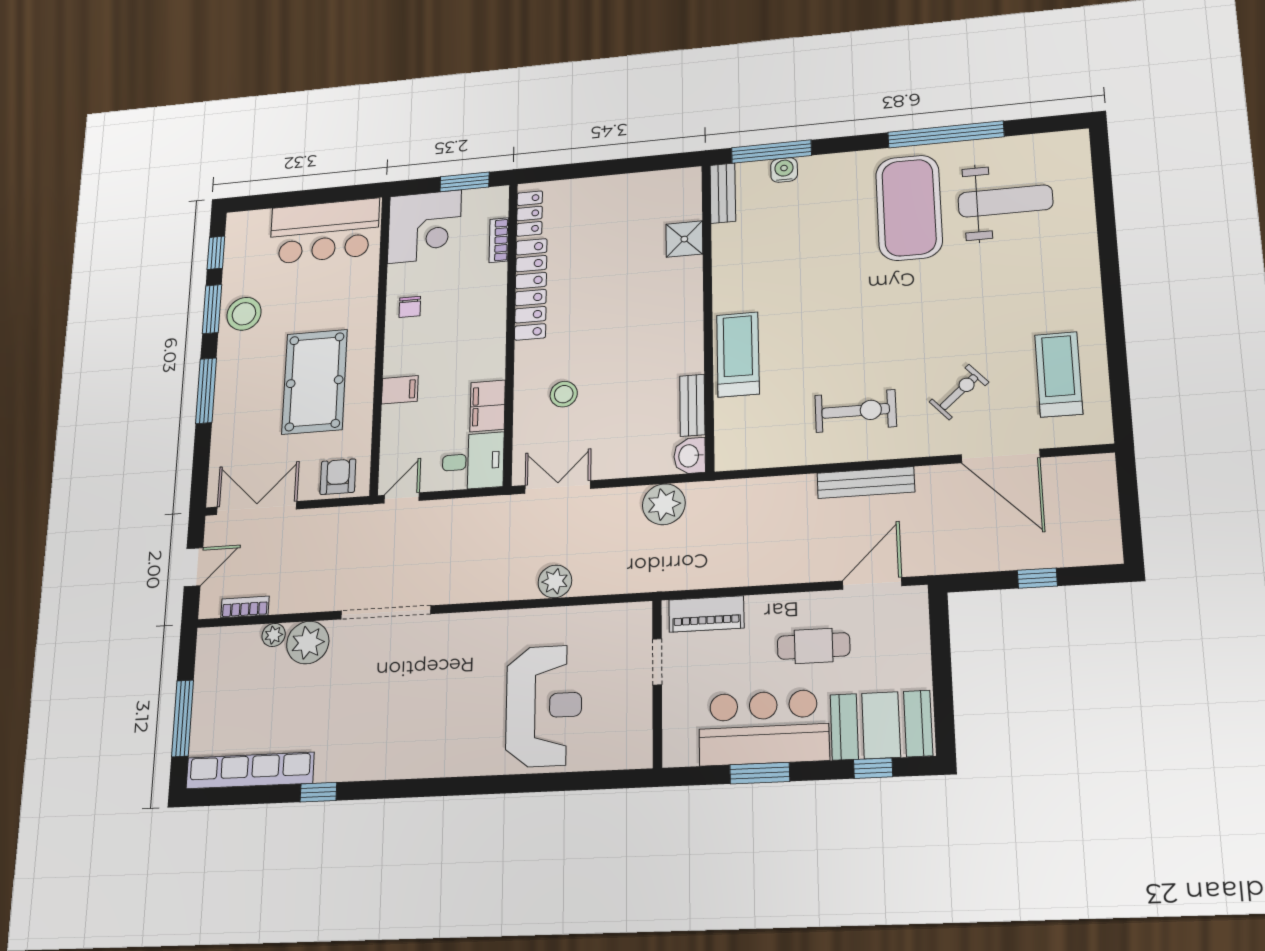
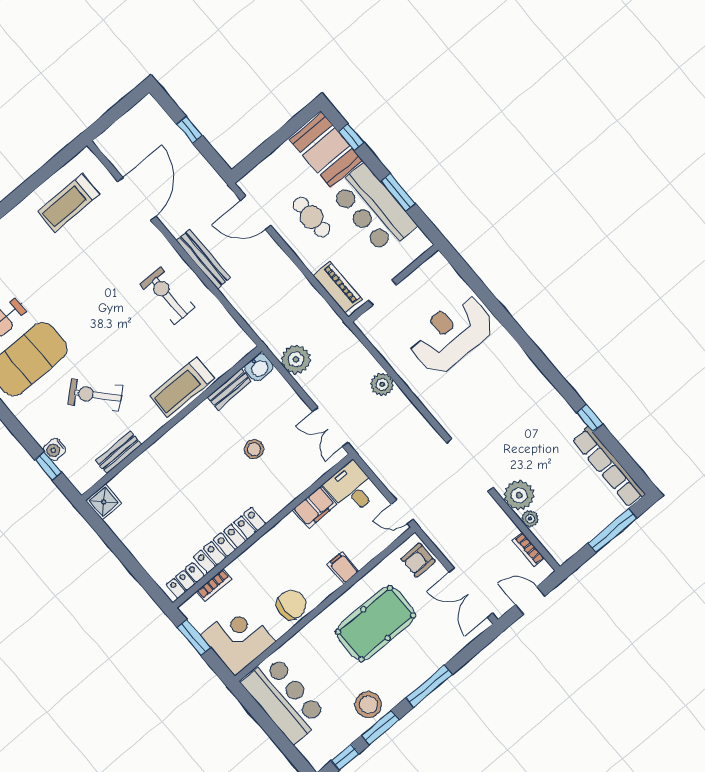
window: (771, 152) -> (48, 466), width x0.46
bench: (723, 193) -> (119, 453), moved
shower: (684, 239) -> (104, 502), moved
chair: (410, 307) -> (291, 605), width x1.87, depth x1.87
exercise bike: (959, 392) -> (95, 395), moved, width x1.38, depth x1.39
stool: (564, 394) -> (254, 449), moved

